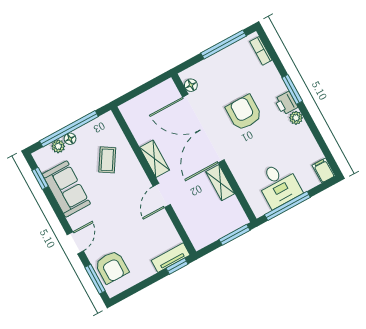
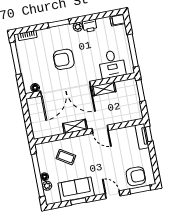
printer: (286, 103) -> (90, 26), moved
window: (40, 178) -> (78, 201), moved
desk: (279, 185) -> (112, 64), moved, turned 90

